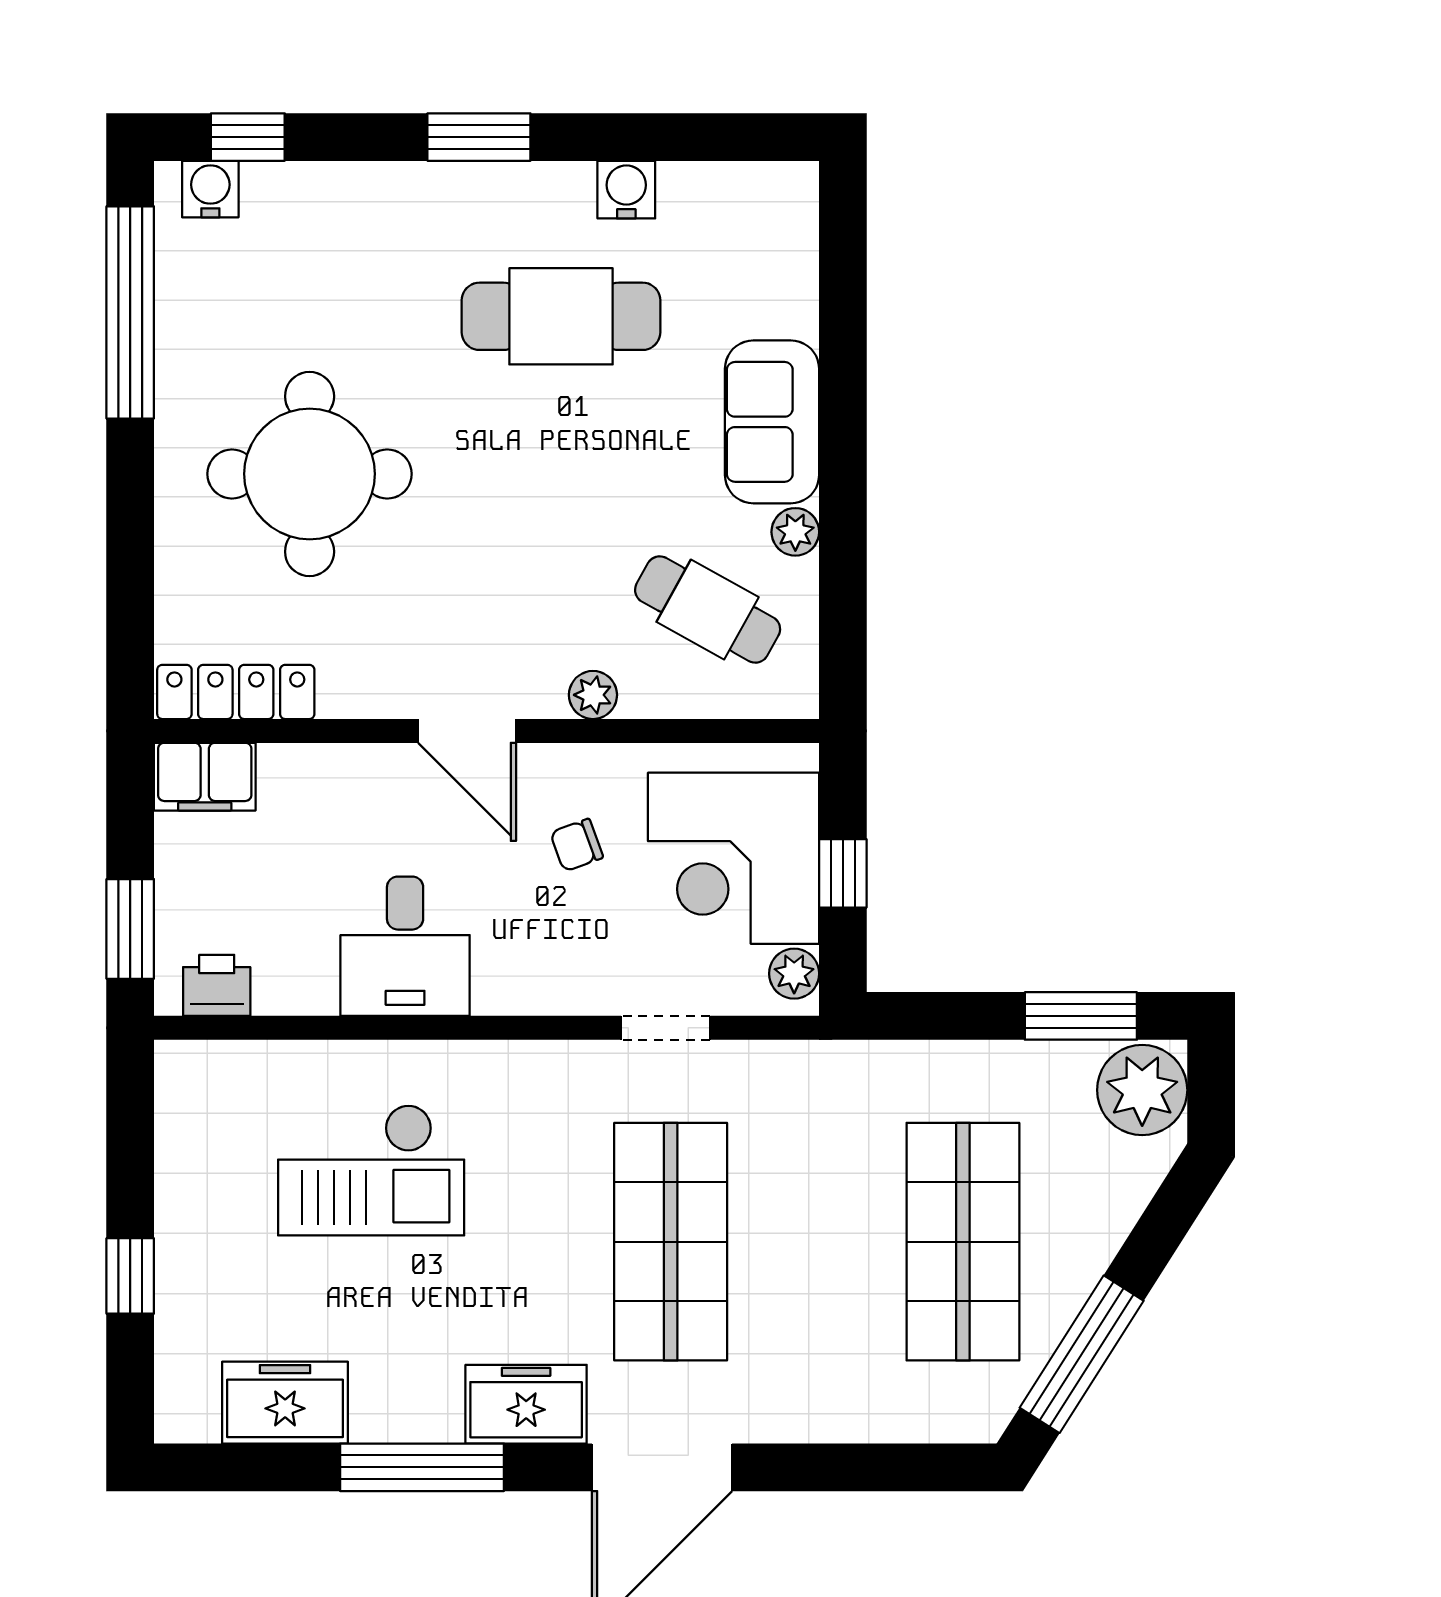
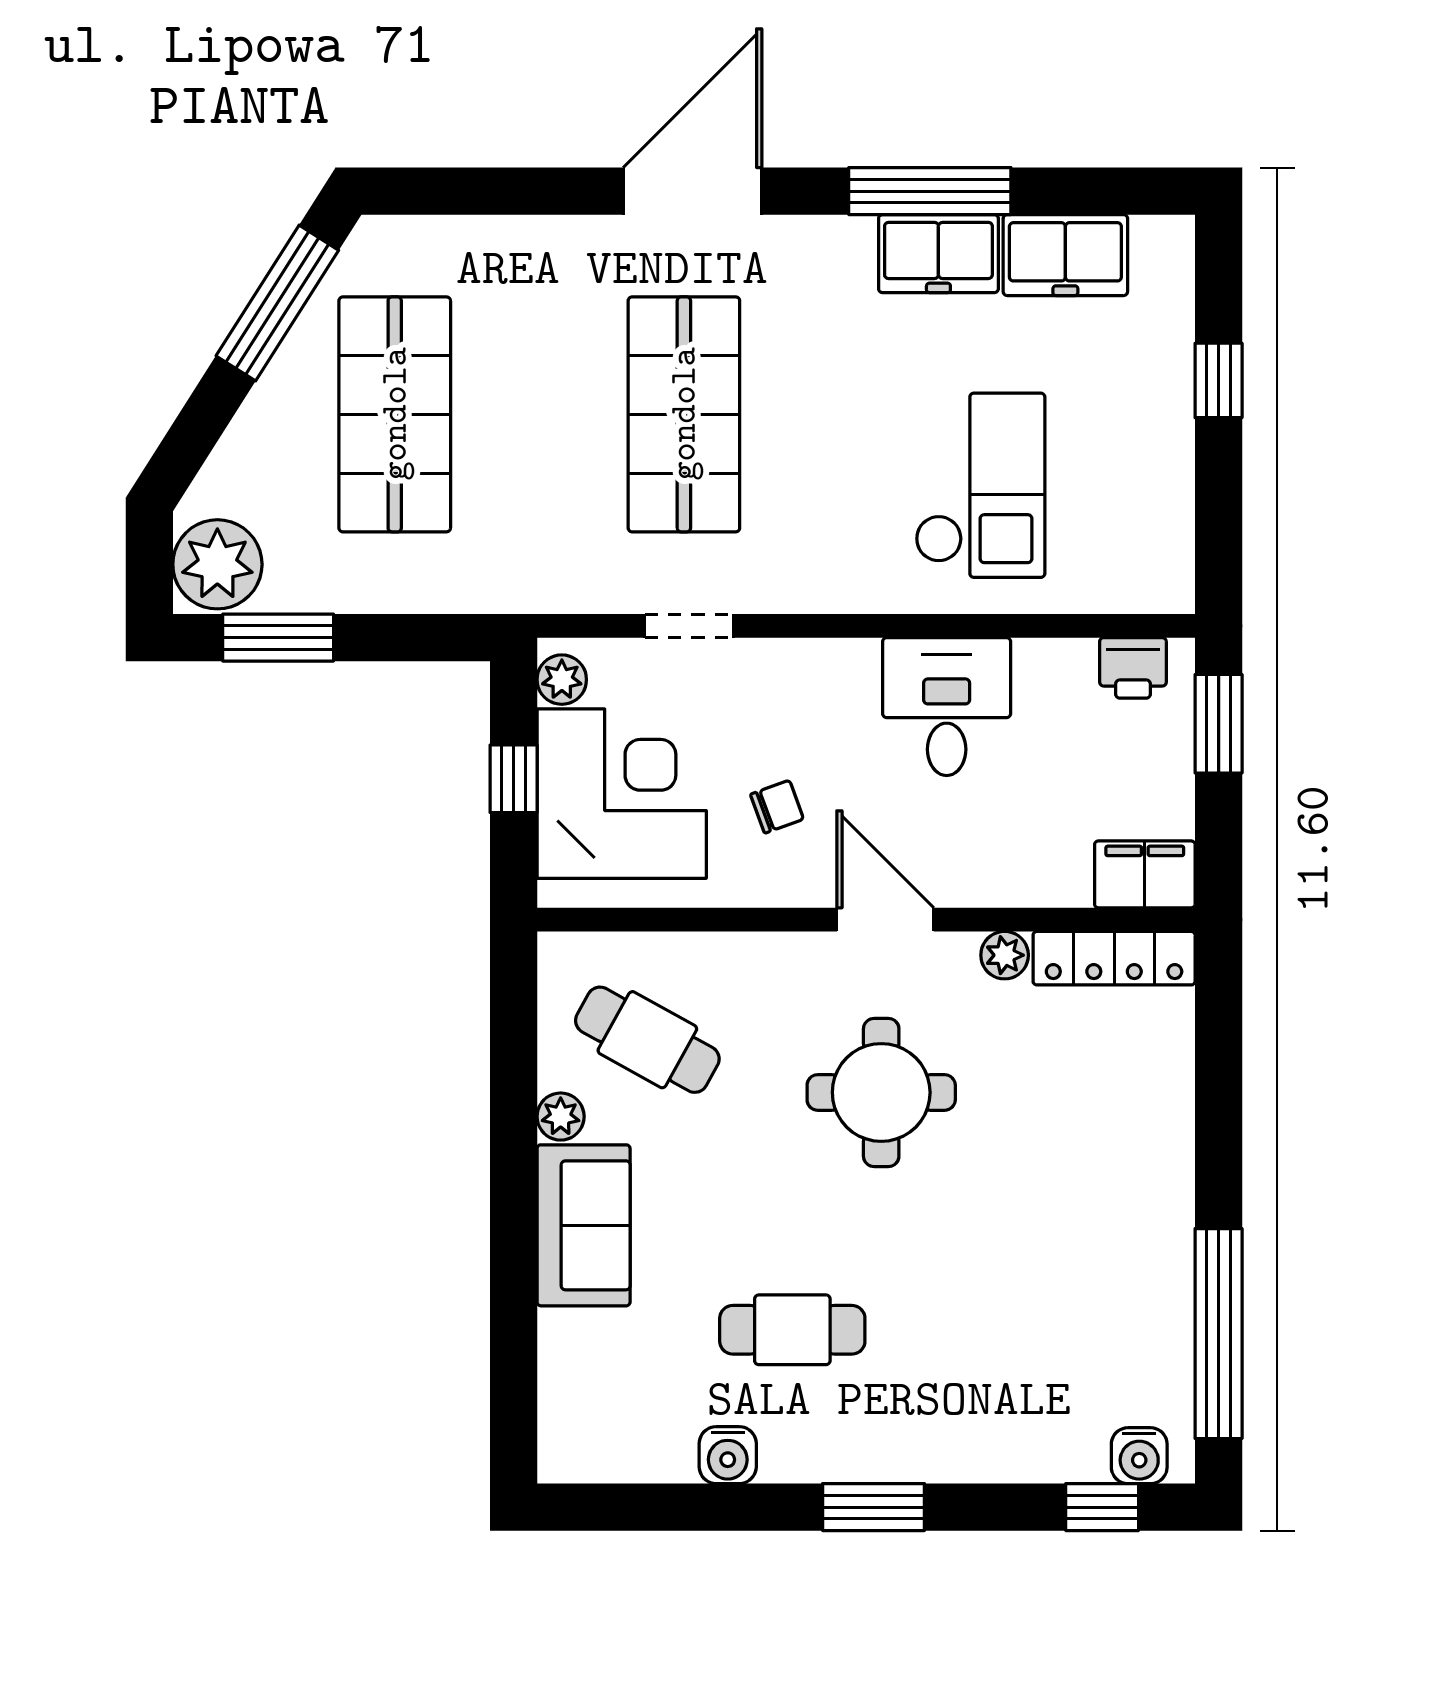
cafe table: (561, 316) -> (792, 1330), width x0.73, depth x0.74
round table: (310, 474) -> (881, 1092), moved, width x0.73, depth x0.73
plant: (593, 695) -> (1005, 955), moved
checkout: (371, 1170) -> (980, 485), turned 90
freezer: (526, 1404) -> (938, 254), moved

